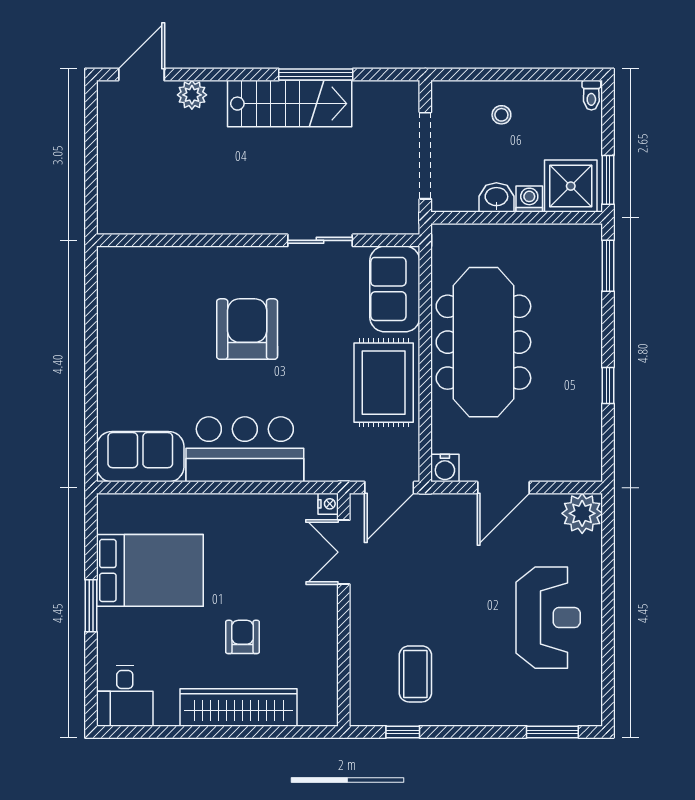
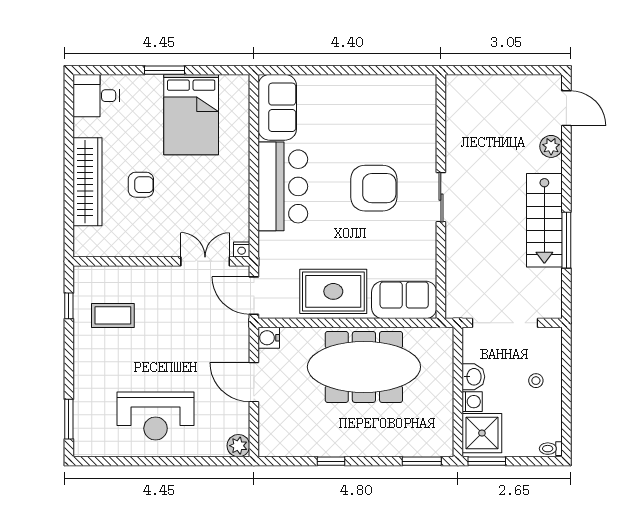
sliding door: (320, 240) -> (441, 197), moved
plant: (582, 513) -> (238, 446), width x0.73, depth x0.73

